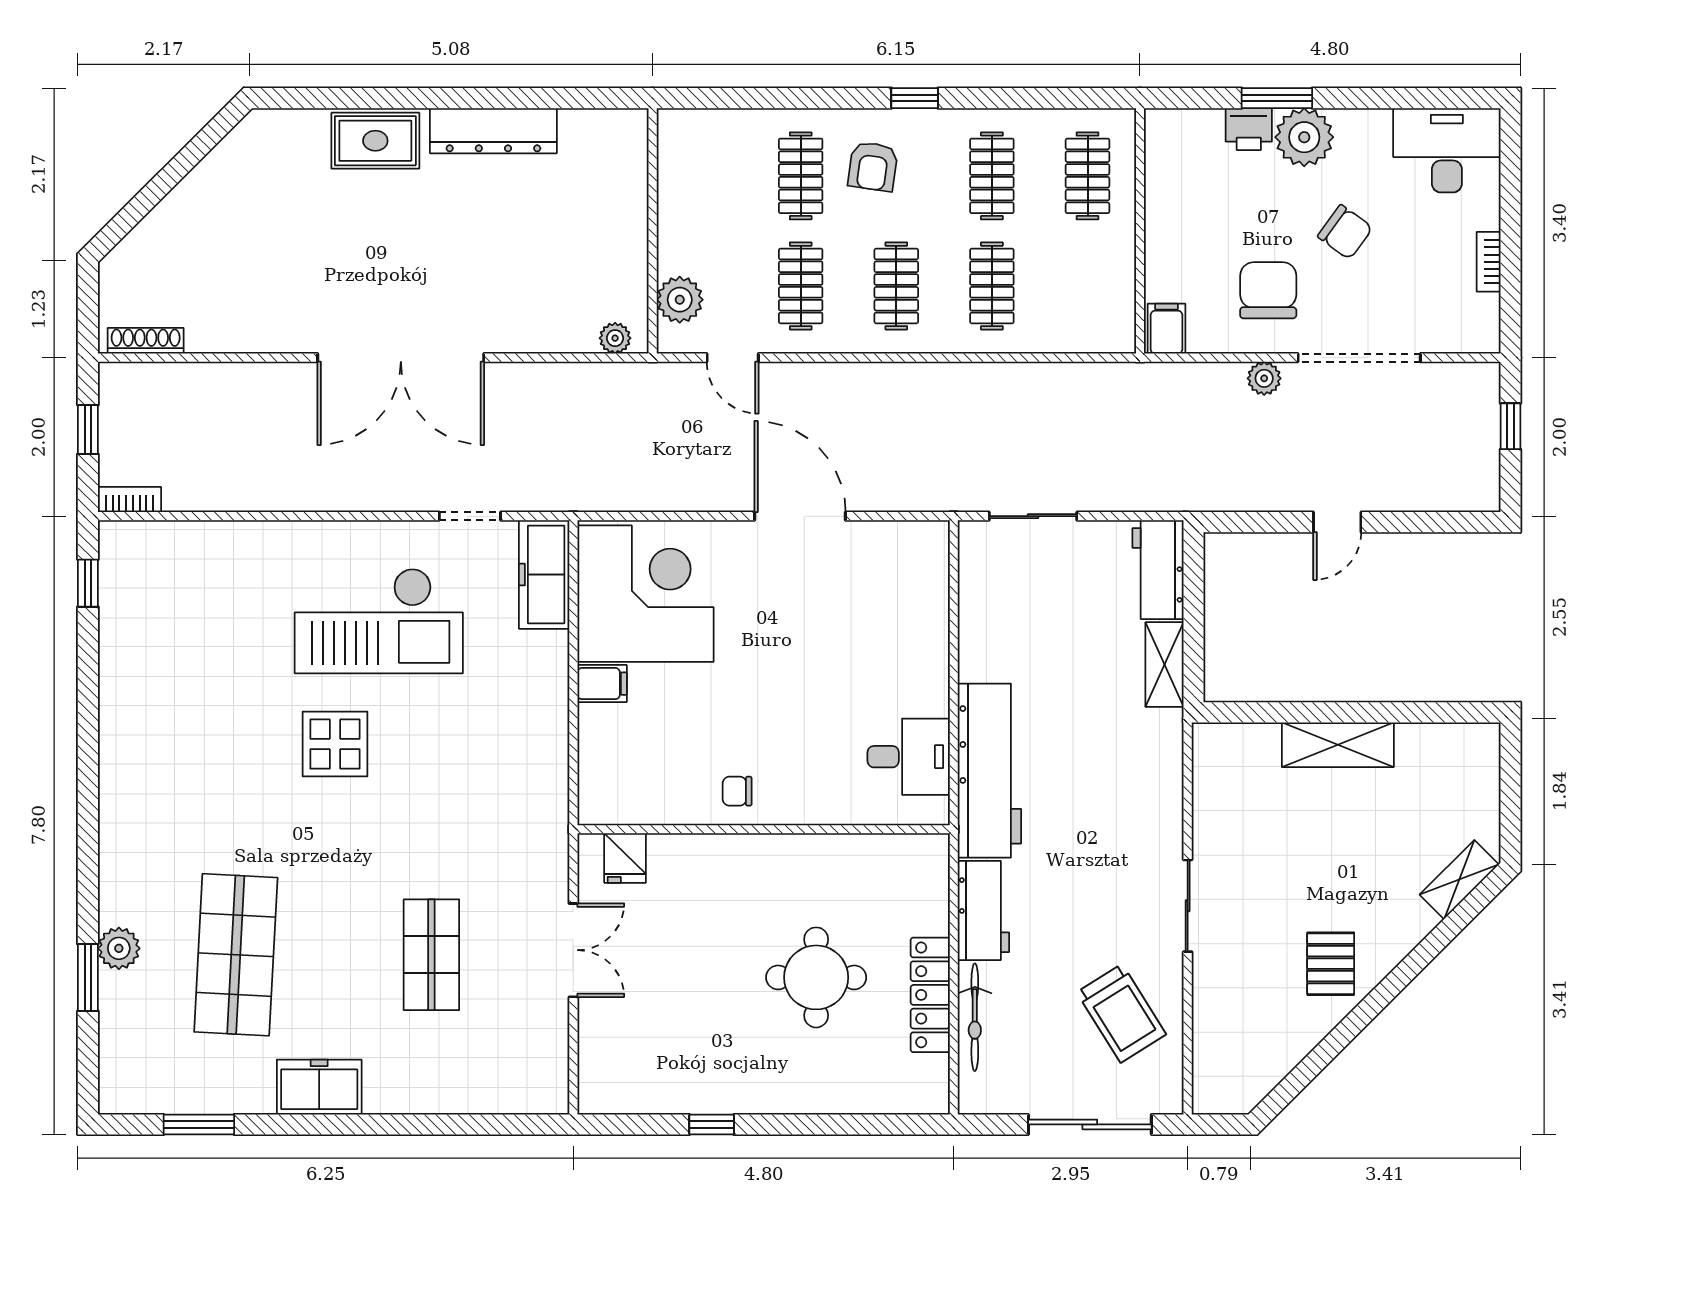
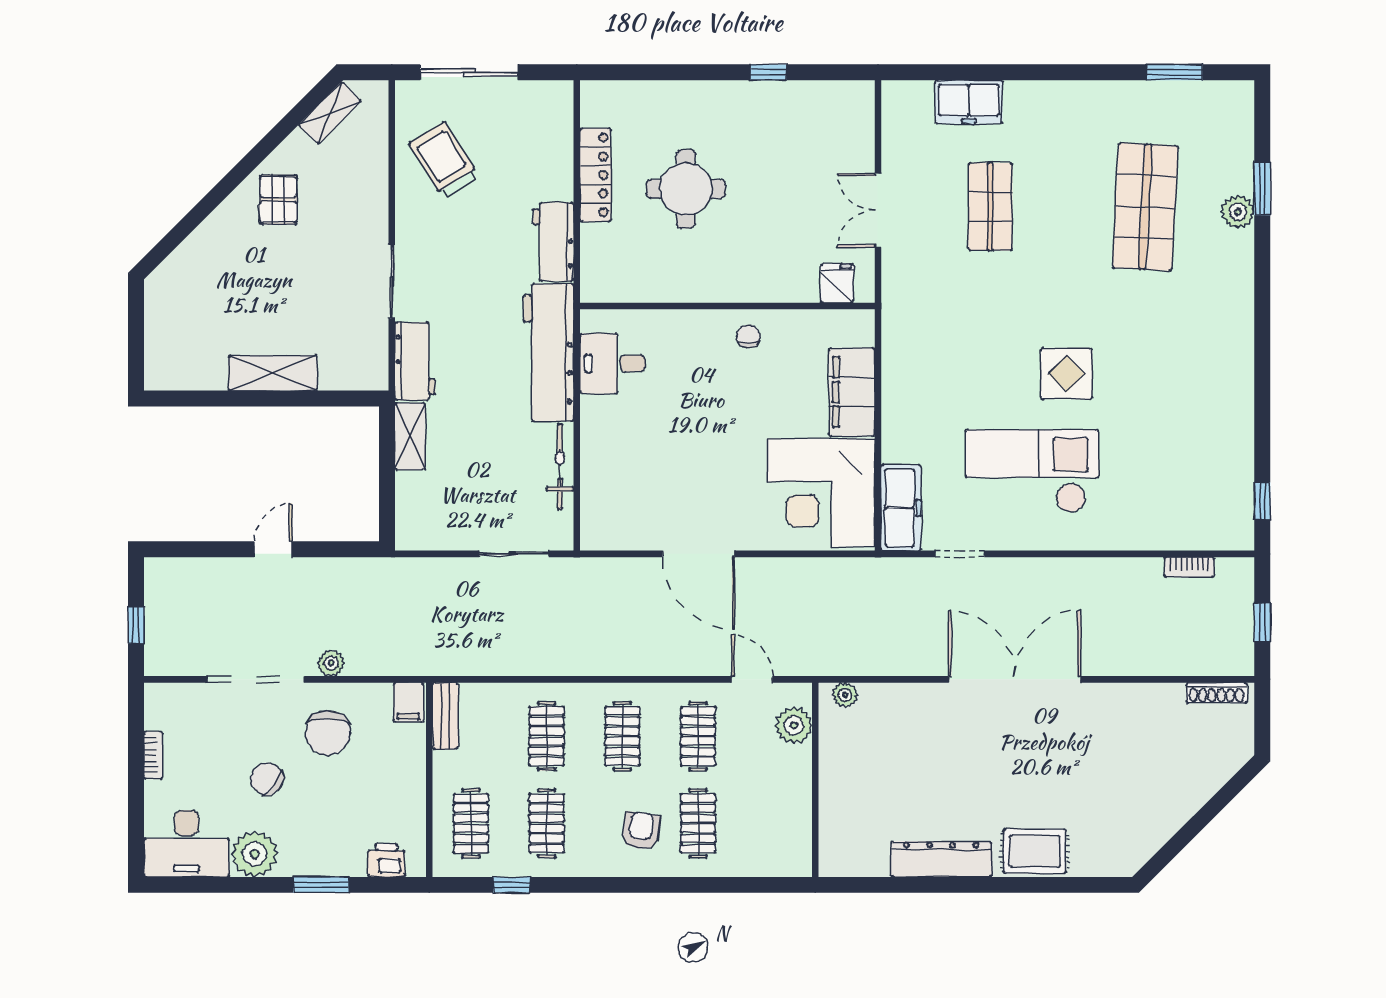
window: (915, 98) -> (511, 885), moved
printer: (1249, 129) -> (386, 860), moved
plant: (1304, 137) -> (255, 854), moved
bench: (1120, 312) -> (445, 716), added
bookcase: (129, 500) -> (1189, 567), moved
workbench: (1158, 570) -> (415, 361), moved
filing cabinet: (602, 684) -> (852, 392), width x3.00, depth x1.17
chair: (737, 791) -> (748, 336), turned -90
shelving: (1459, 880) -> (330, 113), moved
sliding door: (1188, 906) -> (392, 281), moved
bicycle: (975, 1017) -> (560, 467), moved
freezer: (319, 1087) -> (969, 102), moved

